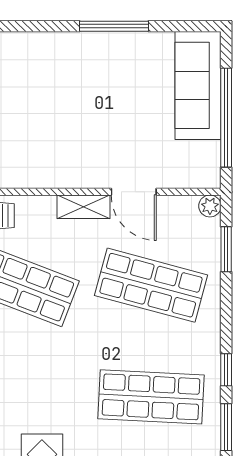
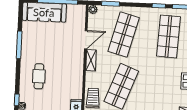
cafe table: (38, 79) -> (39, 76), added

